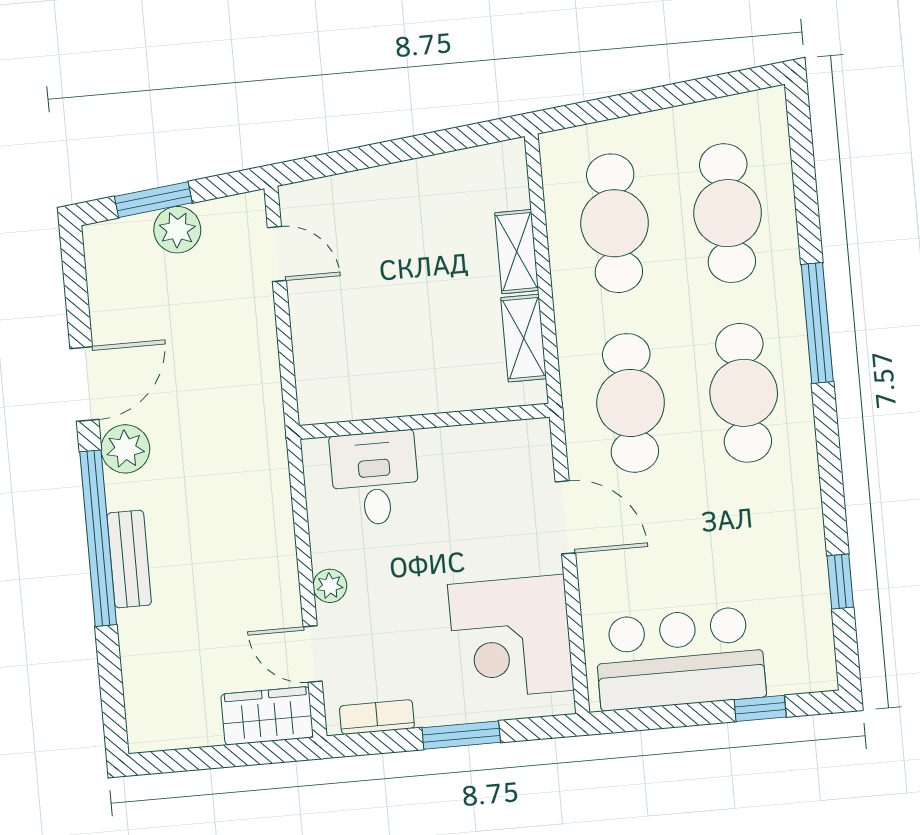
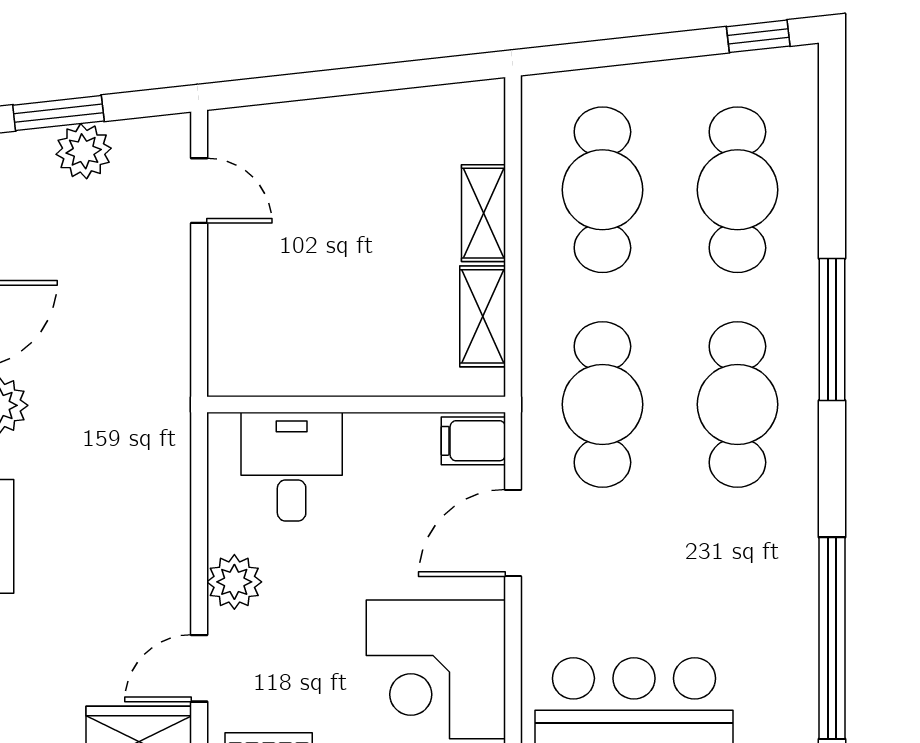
window: (734, 83) -> (758, 36), added
filing cabinet: (525, 443) -> (473, 441), added
door: (565, 517) -> (513, 533), swing flipped
window: (840, 581) -> (832, 638), width x3.17
plant: (330, 586) -> (234, 582), width x1.38, depth x1.38
door: (313, 654) -> (199, 668), hinge flipped

